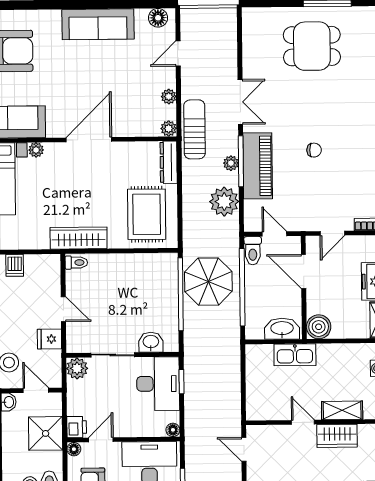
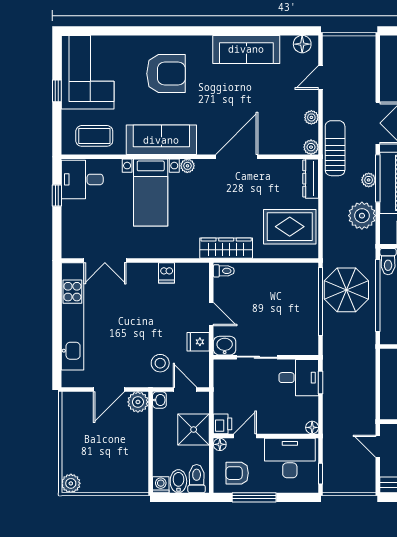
rug: (147, 214) -> (290, 227), turned 90
washbasin: (151, 342) -> (225, 346), moved
plant: (77, 368) -> (224, 369), removed
desk: (158, 384) -> (299, 378), width x0.73

